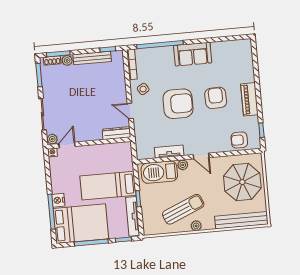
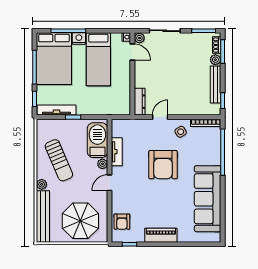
sofa: (193, 54) -> (208, 199), width x1.85, depth x1.27
armchair: (216, 98) -> (165, 202), removed
armchair: (239, 140) -> (122, 222), turned 180
bed: (108, 186) -> (98, 59), moved, turned 180
plant: (196, 226) -> (42, 184), moved

